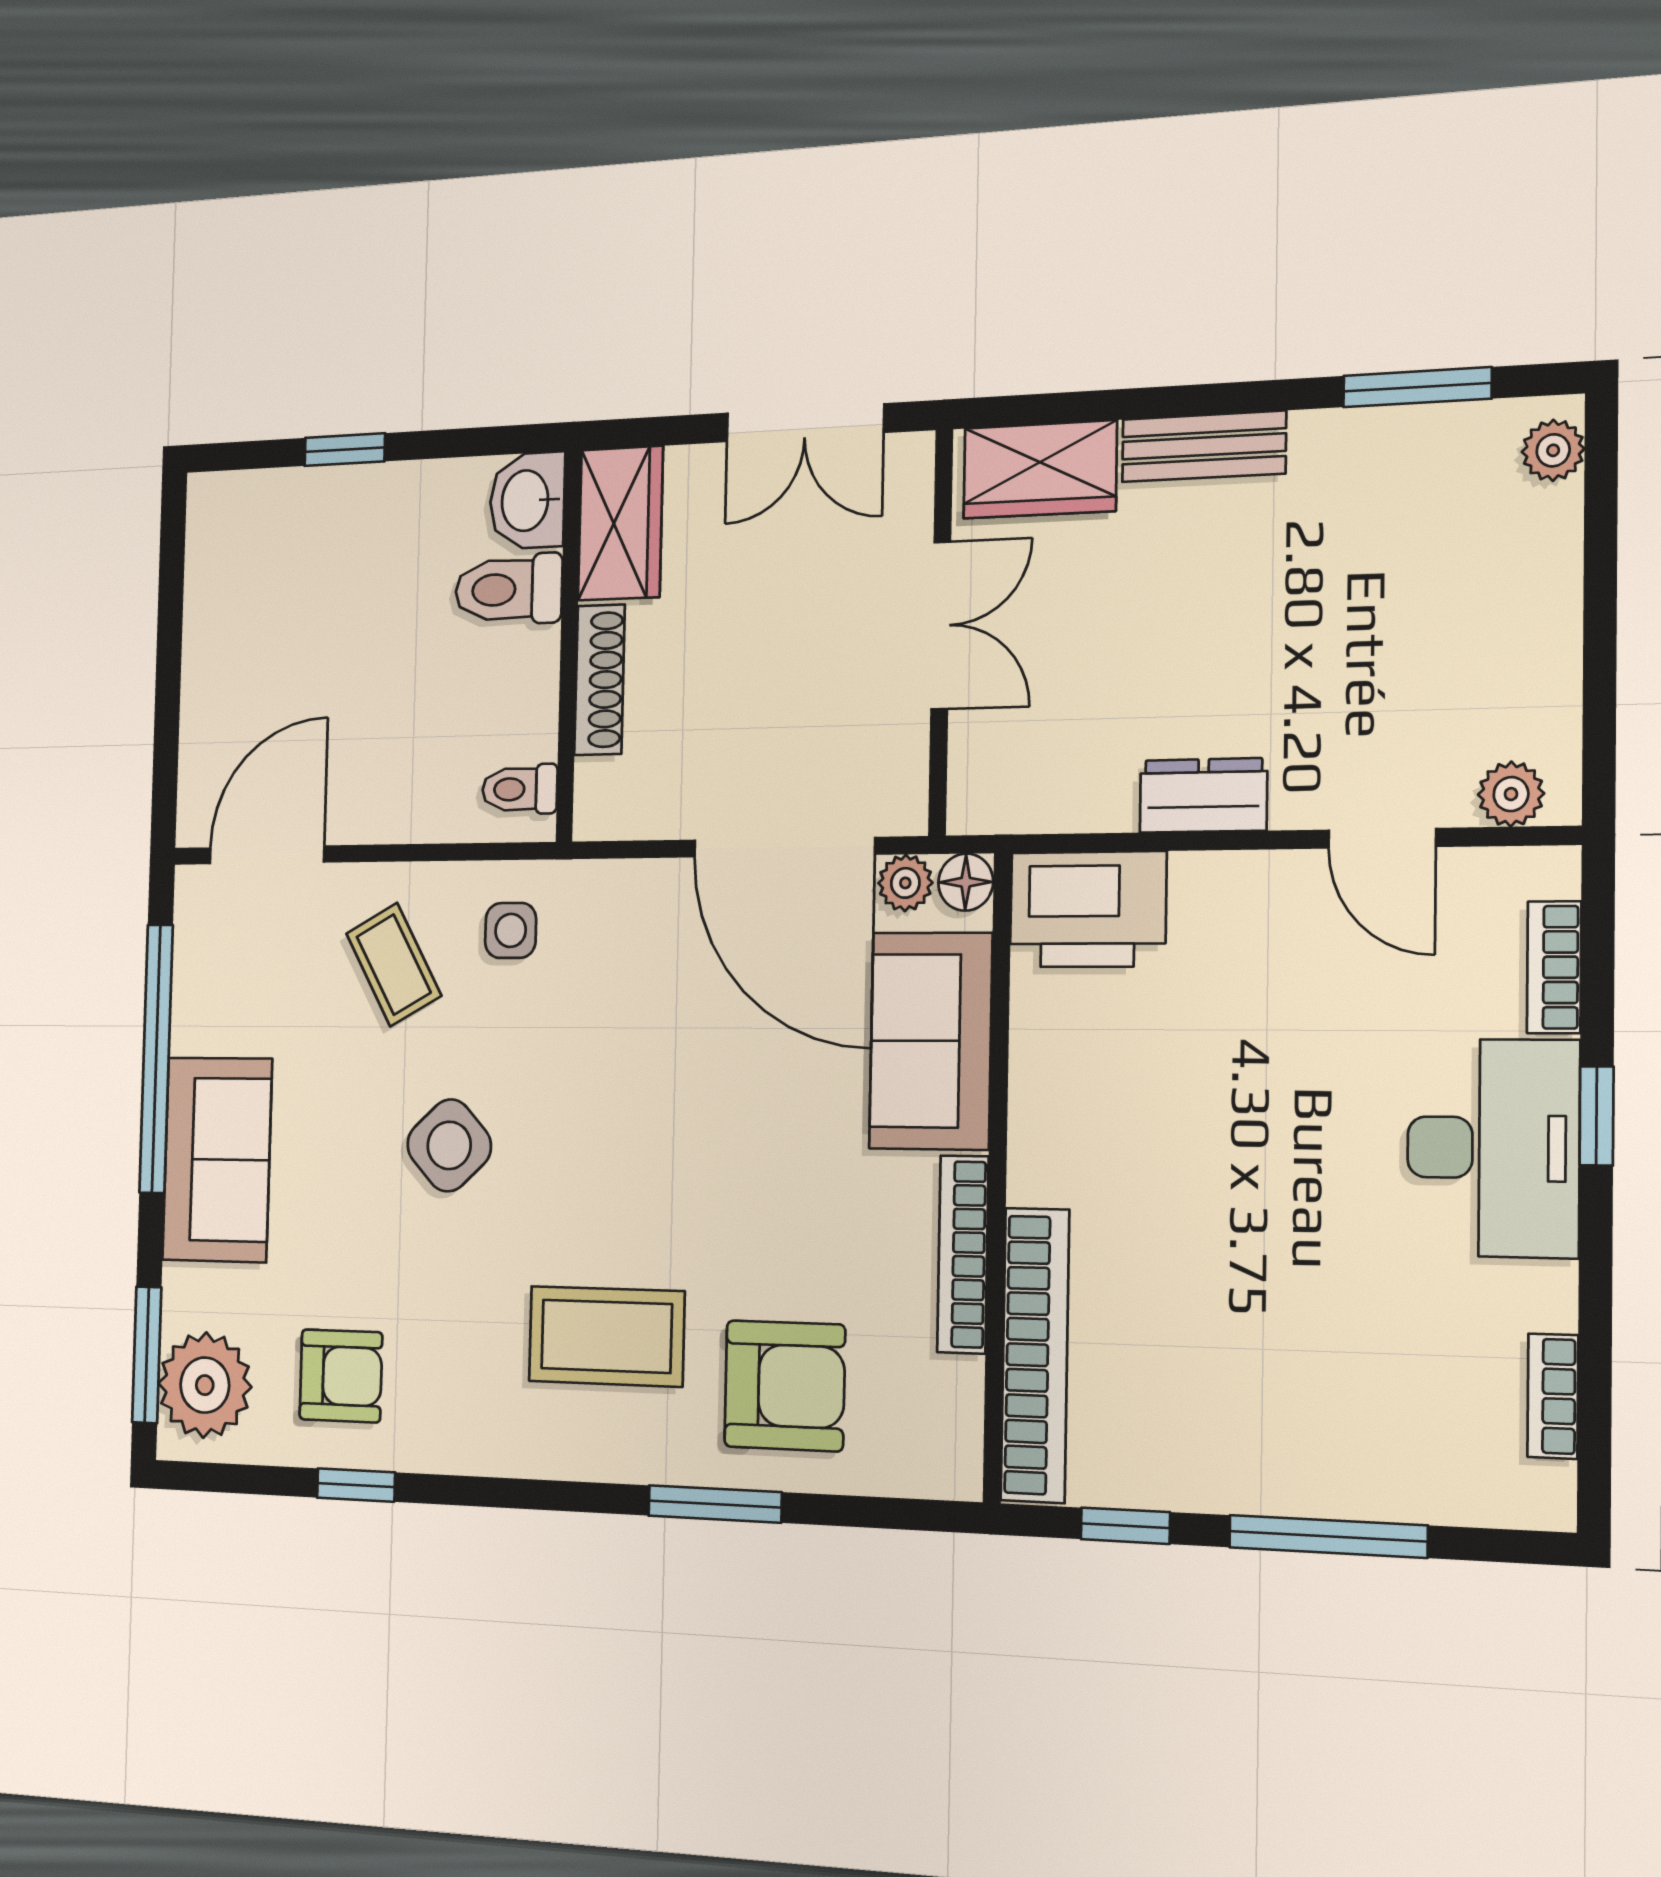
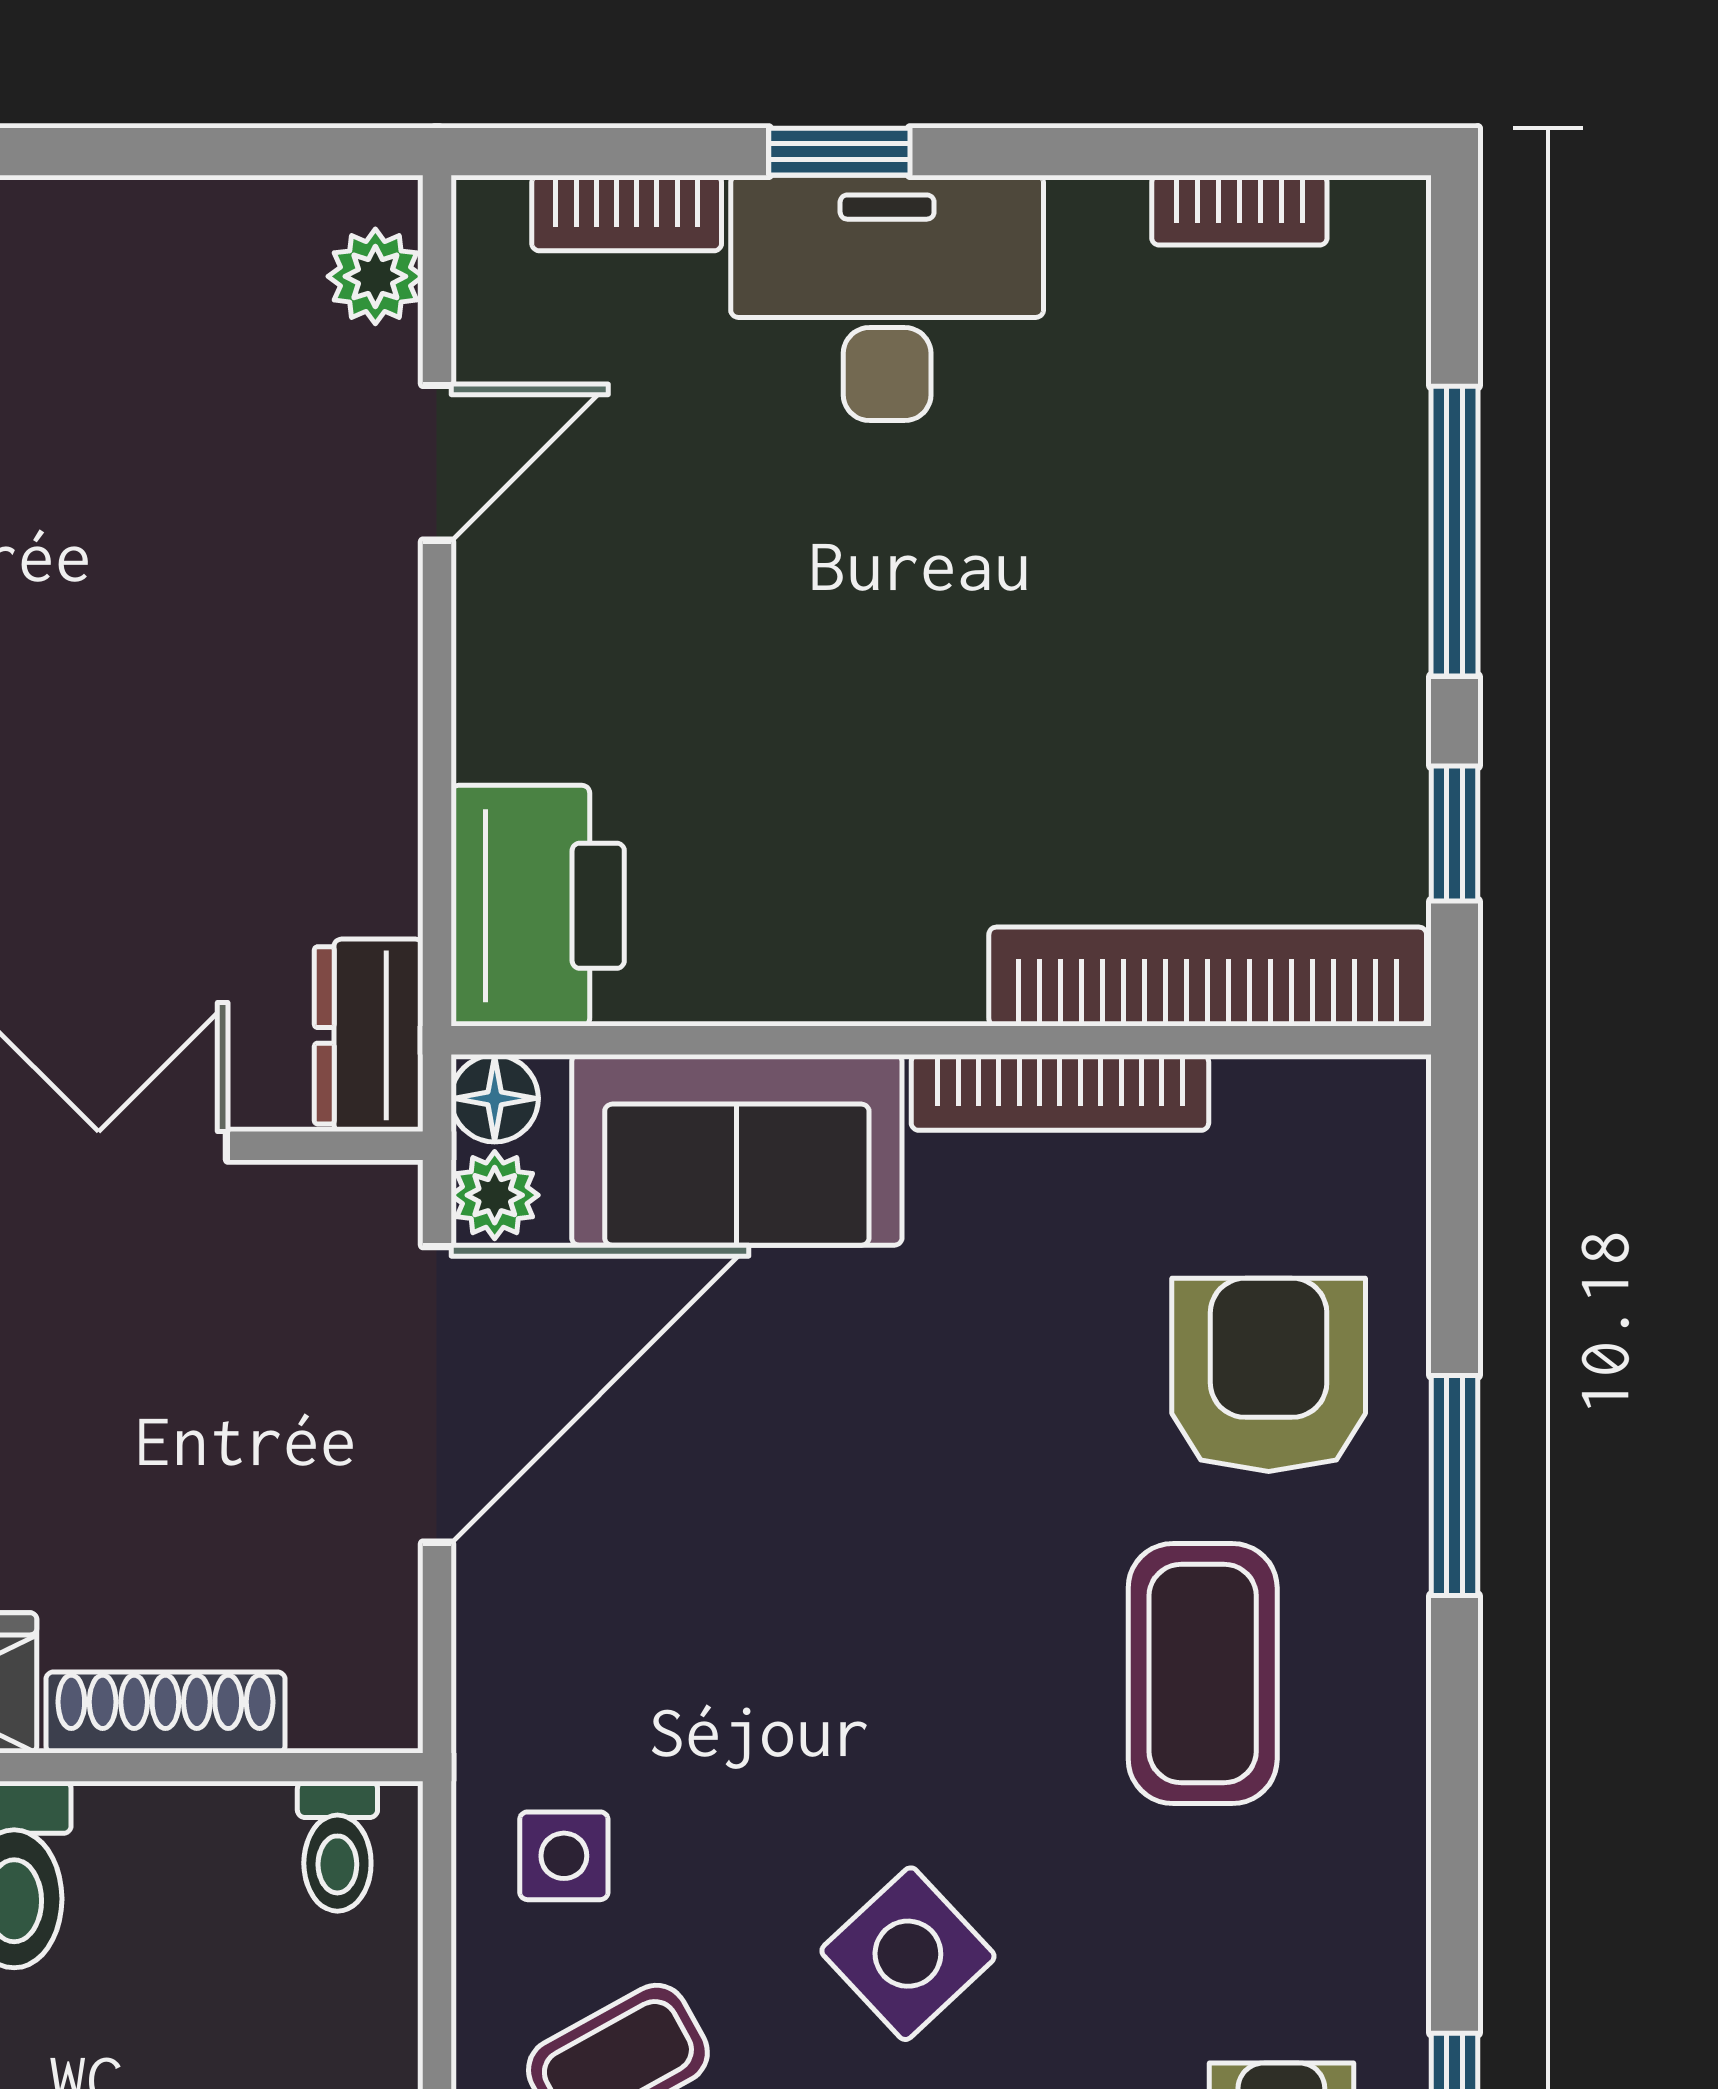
dresser: (1203, 795) -> (369, 1035), moved

